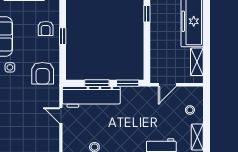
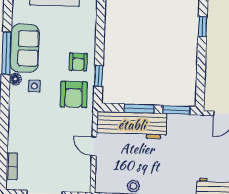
armchair: (46, 29) -> (78, 62), moved
window: (63, 36) -> (99, 76), moved

